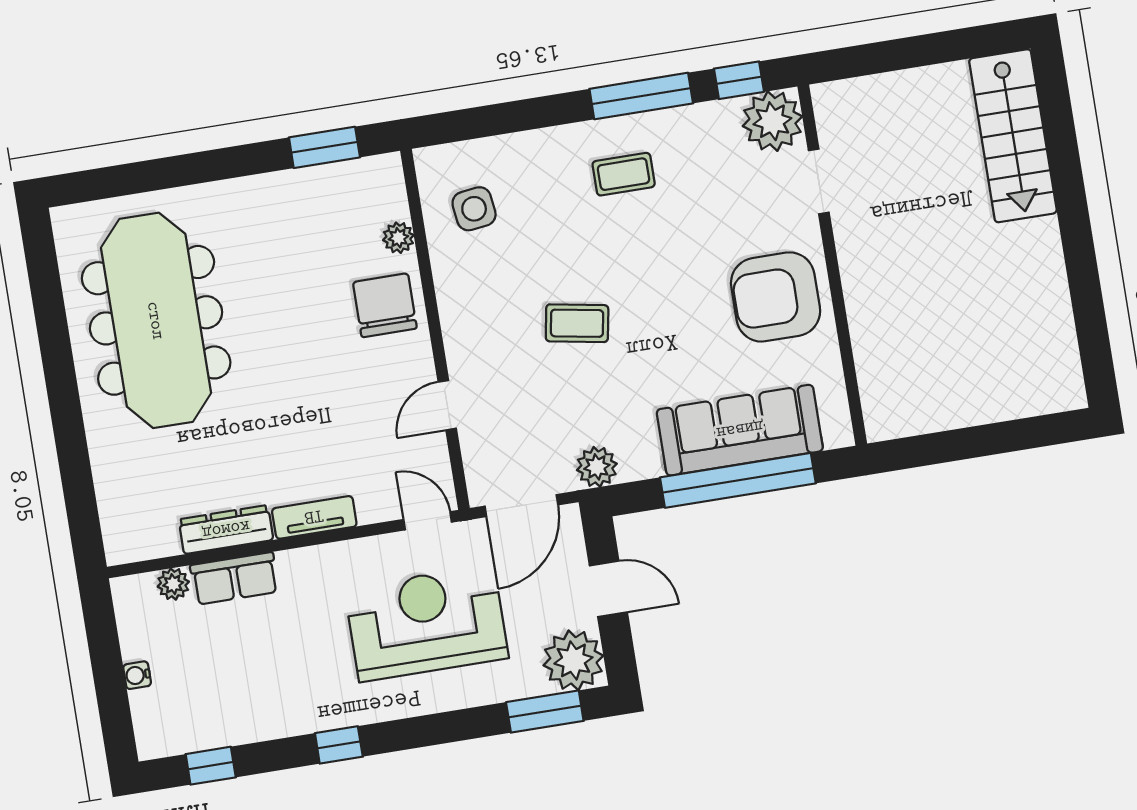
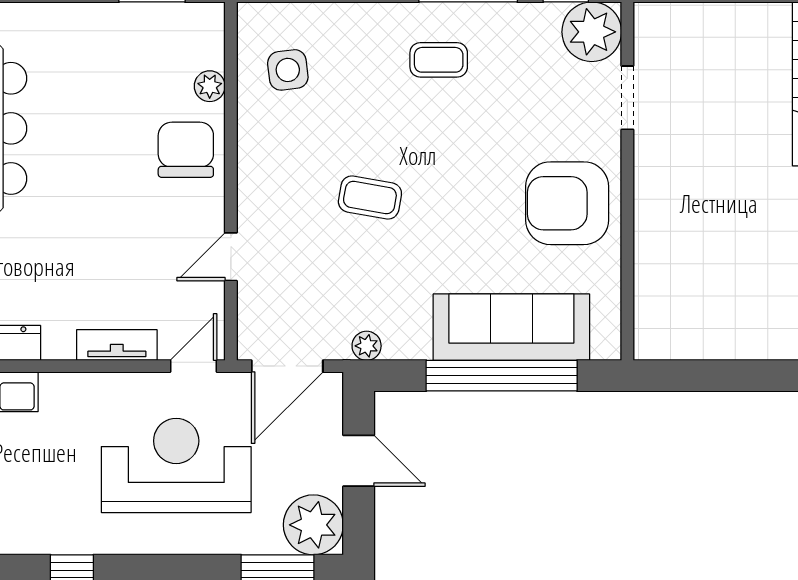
plant: (597, 467) -> (367, 346), width x0.73, depth x0.73
tv unit: (314, 517) -> (117, 345), moved
door: (428, 521) -> (194, 366), hinge flipped

